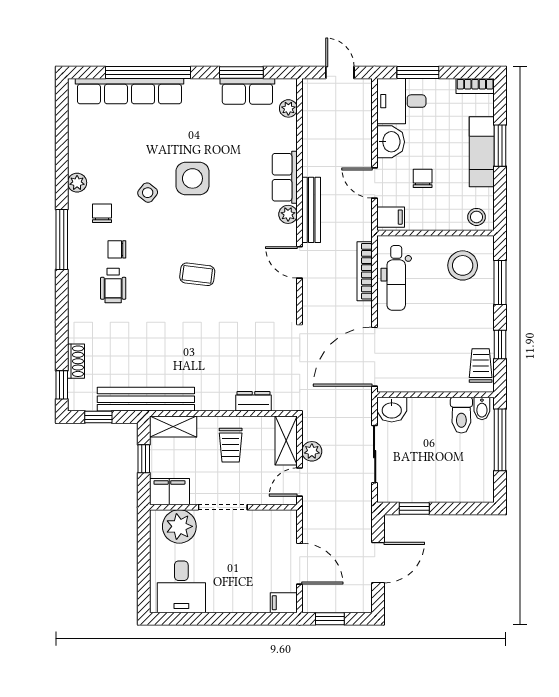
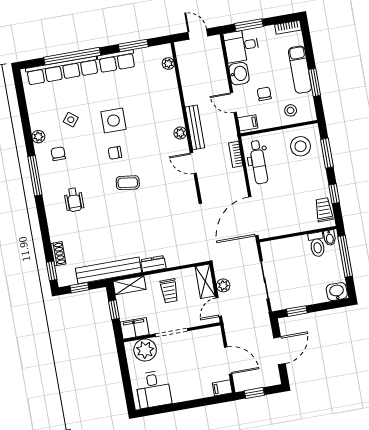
row of seats: (247, 91) -> (117, 61), moved
window: (500, 146) -> (314, 82), moved
row of seats: (285, 177) -> (174, 109), removed
side table: (148, 193) -> (71, 120), moved
stool: (476, 217) -> (291, 110), moved
chair: (117, 249) -> (115, 153), moved
bookcase: (365, 271) -> (236, 154), width x0.64
dresser: (253, 401) -> (153, 264), moved
washbasin: (392, 410) -> (337, 292), moved, turned 180

